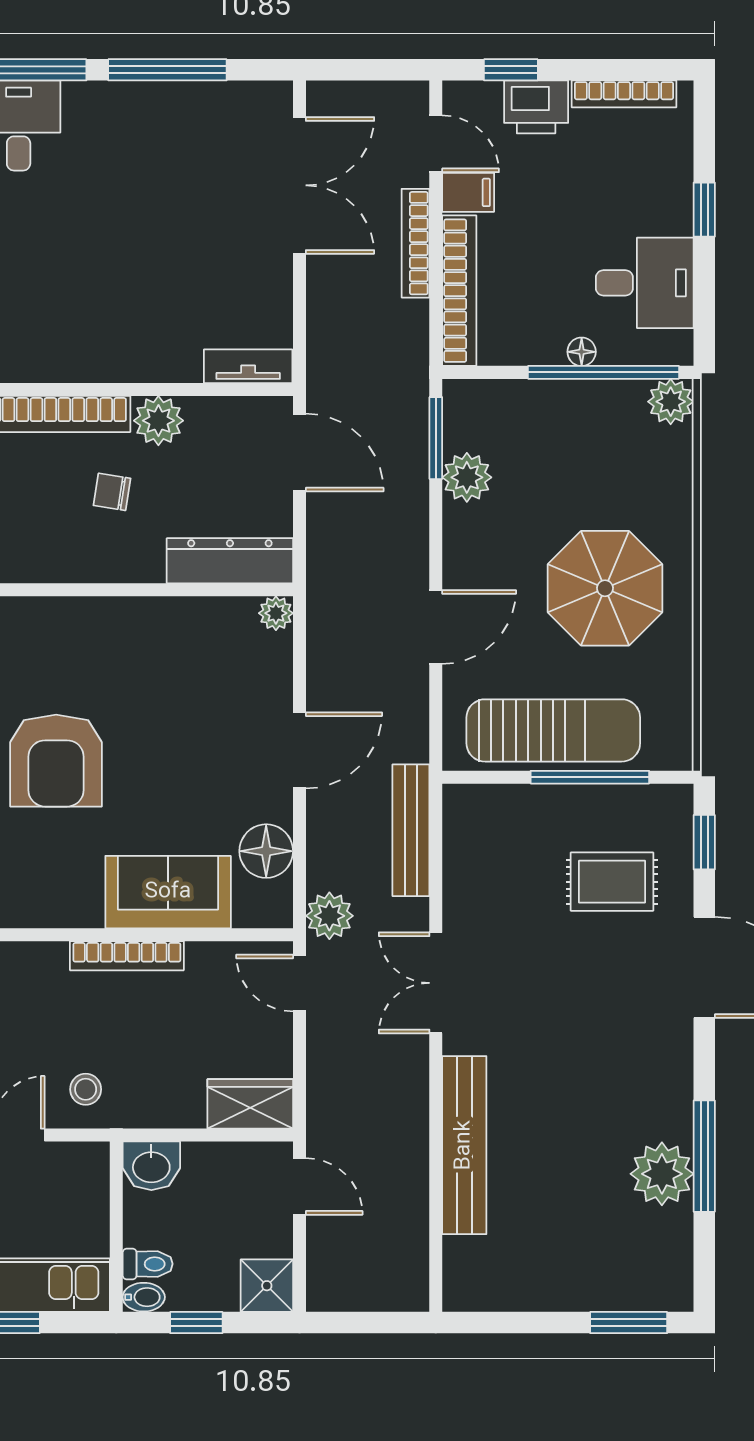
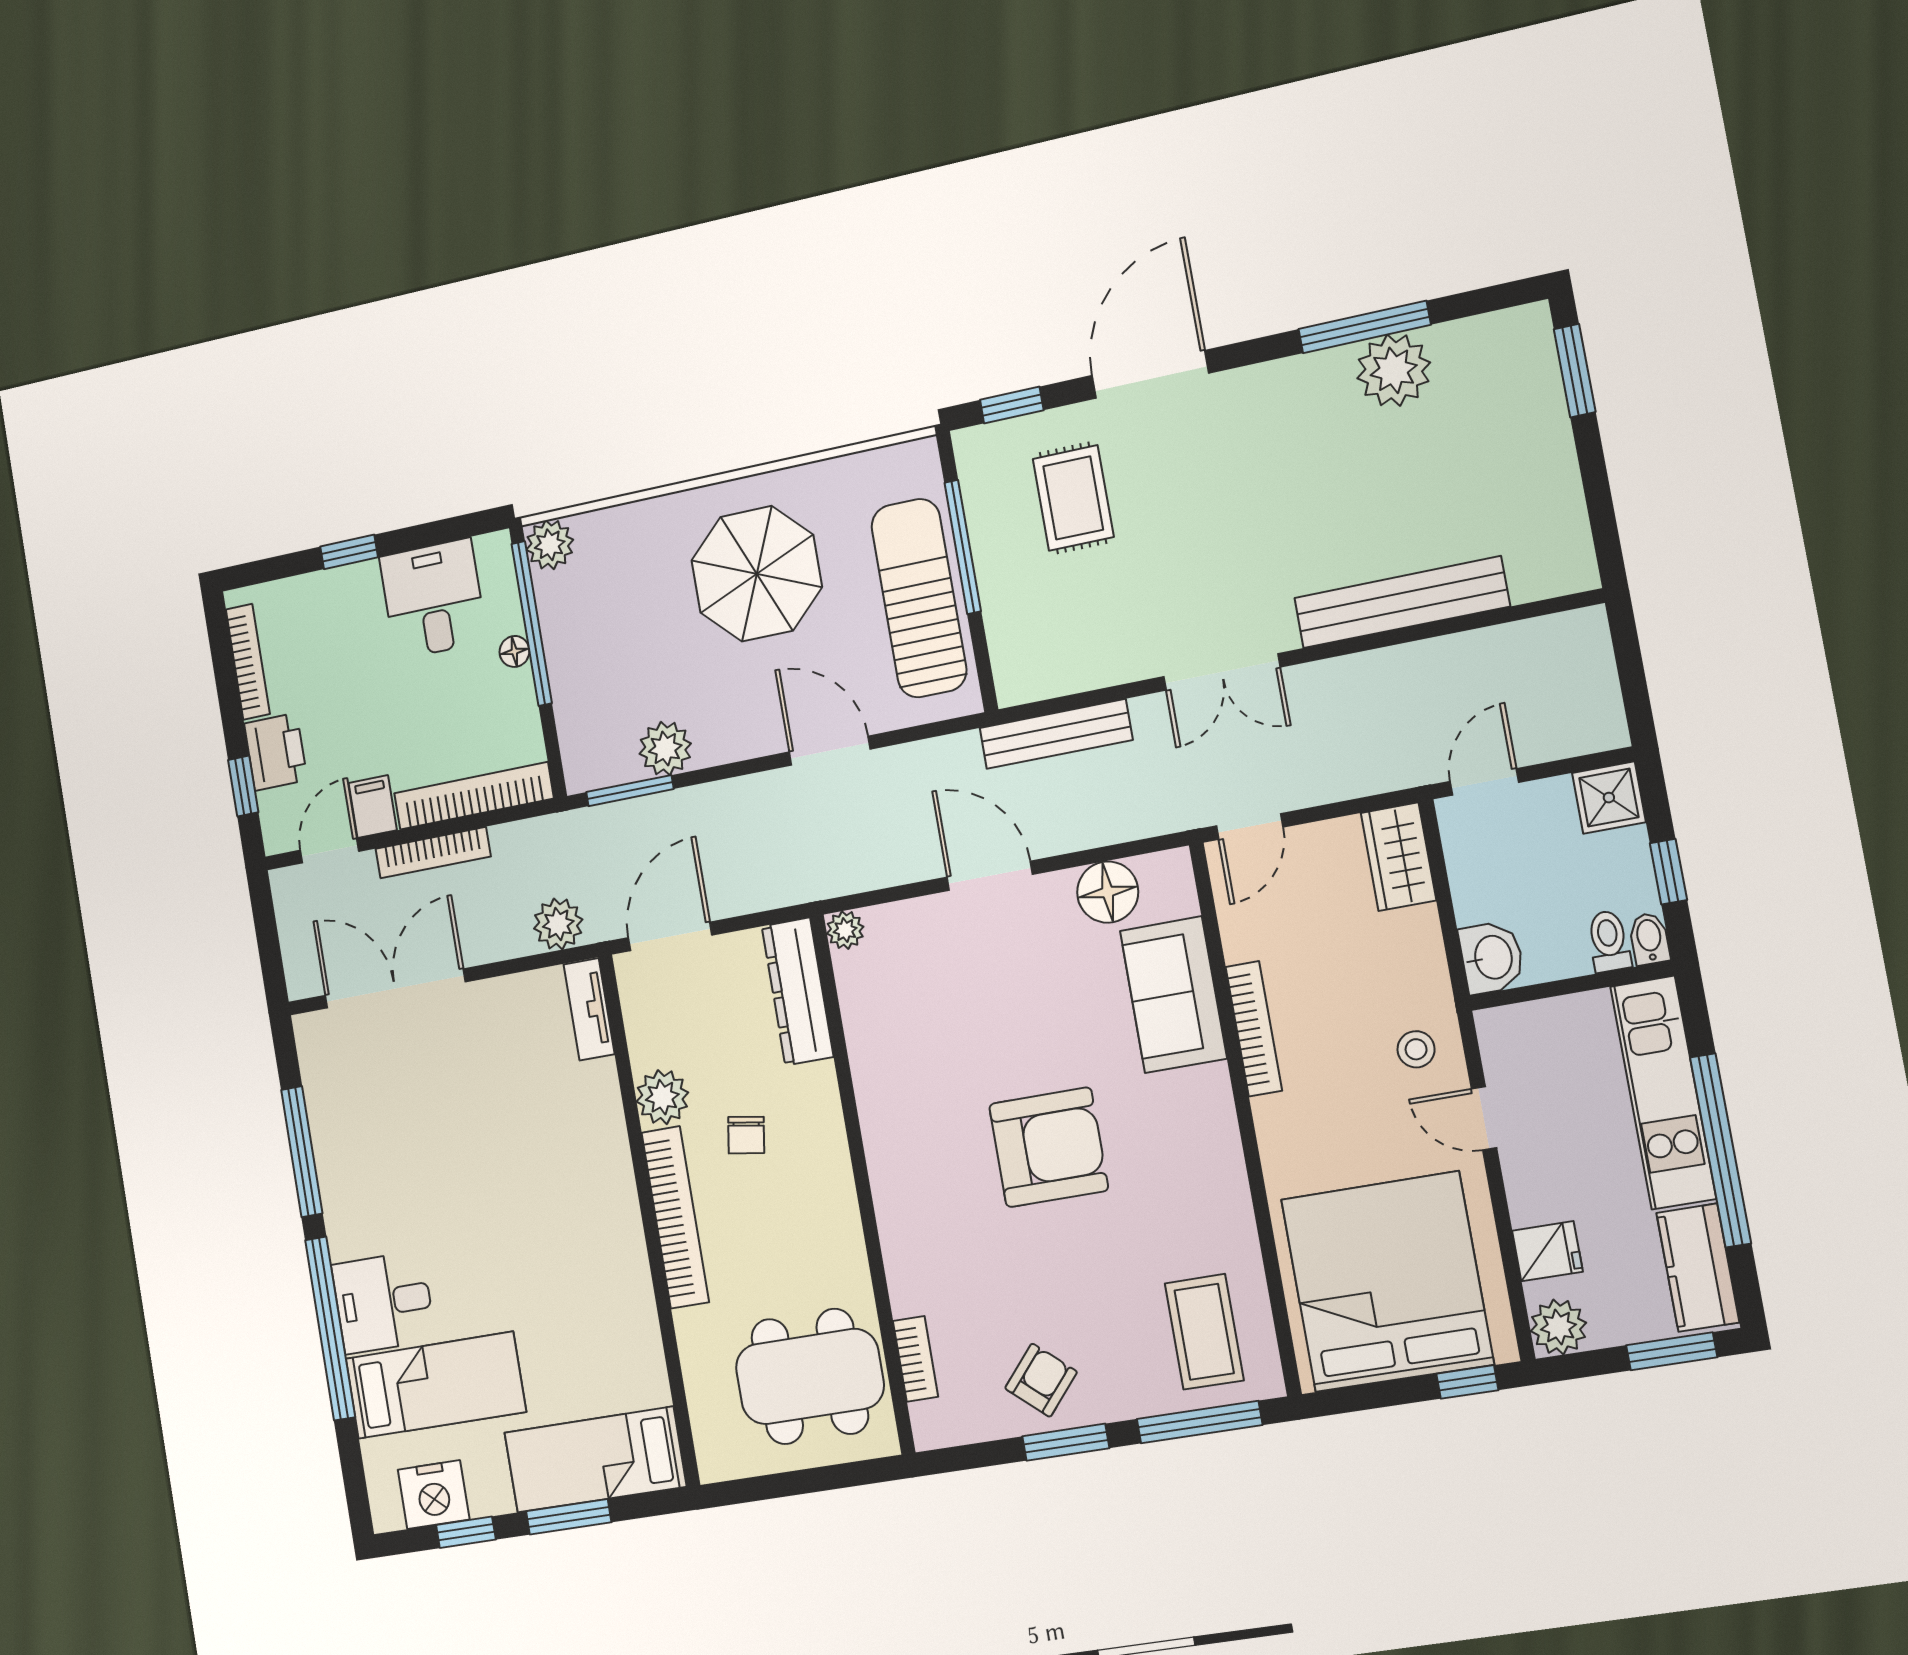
plant: (329, 916) -> (558, 924), moved

